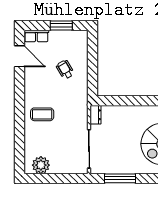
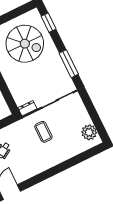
coffee table: (42, 114) -> (43, 132), moved

